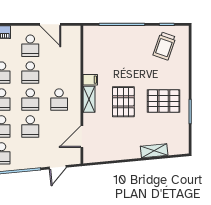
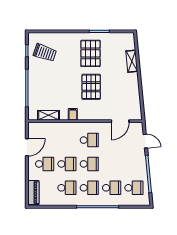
shelving: (89, 99) -> (49, 115), moved
pallet: (123, 102) -> (91, 87), turned 90
school desk: (30, 126) -> (112, 164), removed
door: (82, 137) -> (120, 121), hinge flipped

